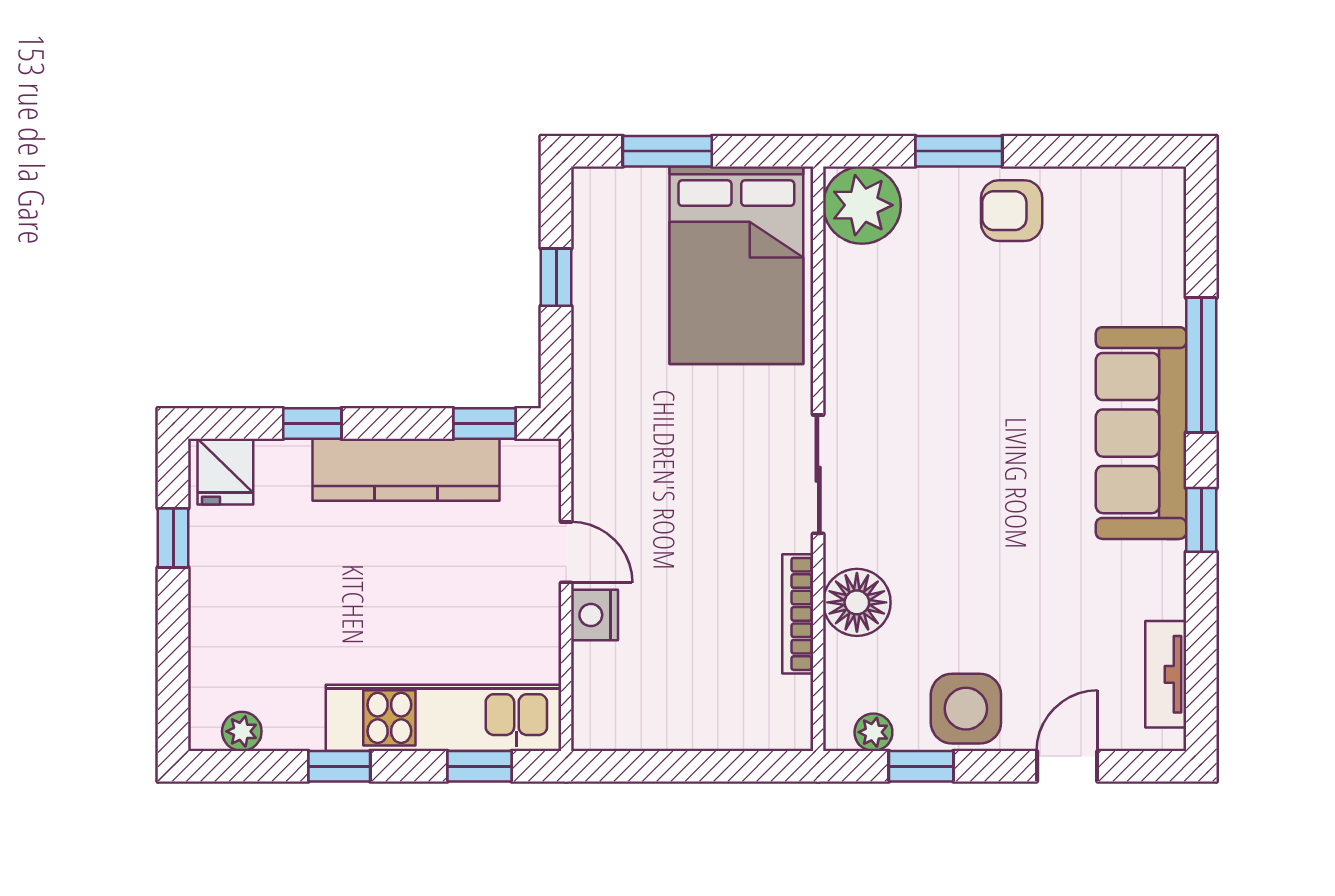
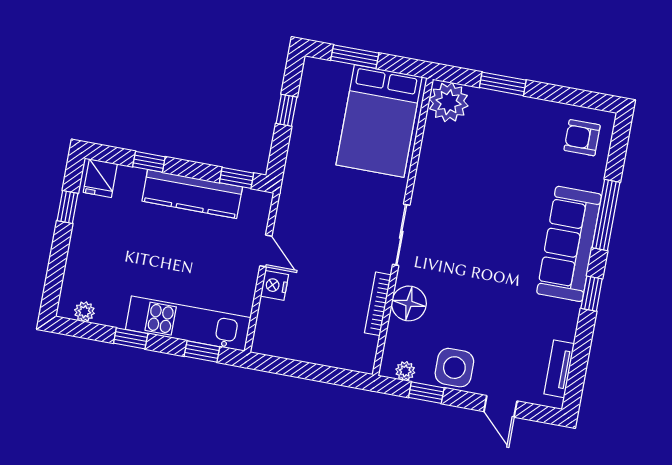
armchair: (1012, 211) -> (582, 138), moved
door: (1067, 766) -> (500, 406), swing flipped

